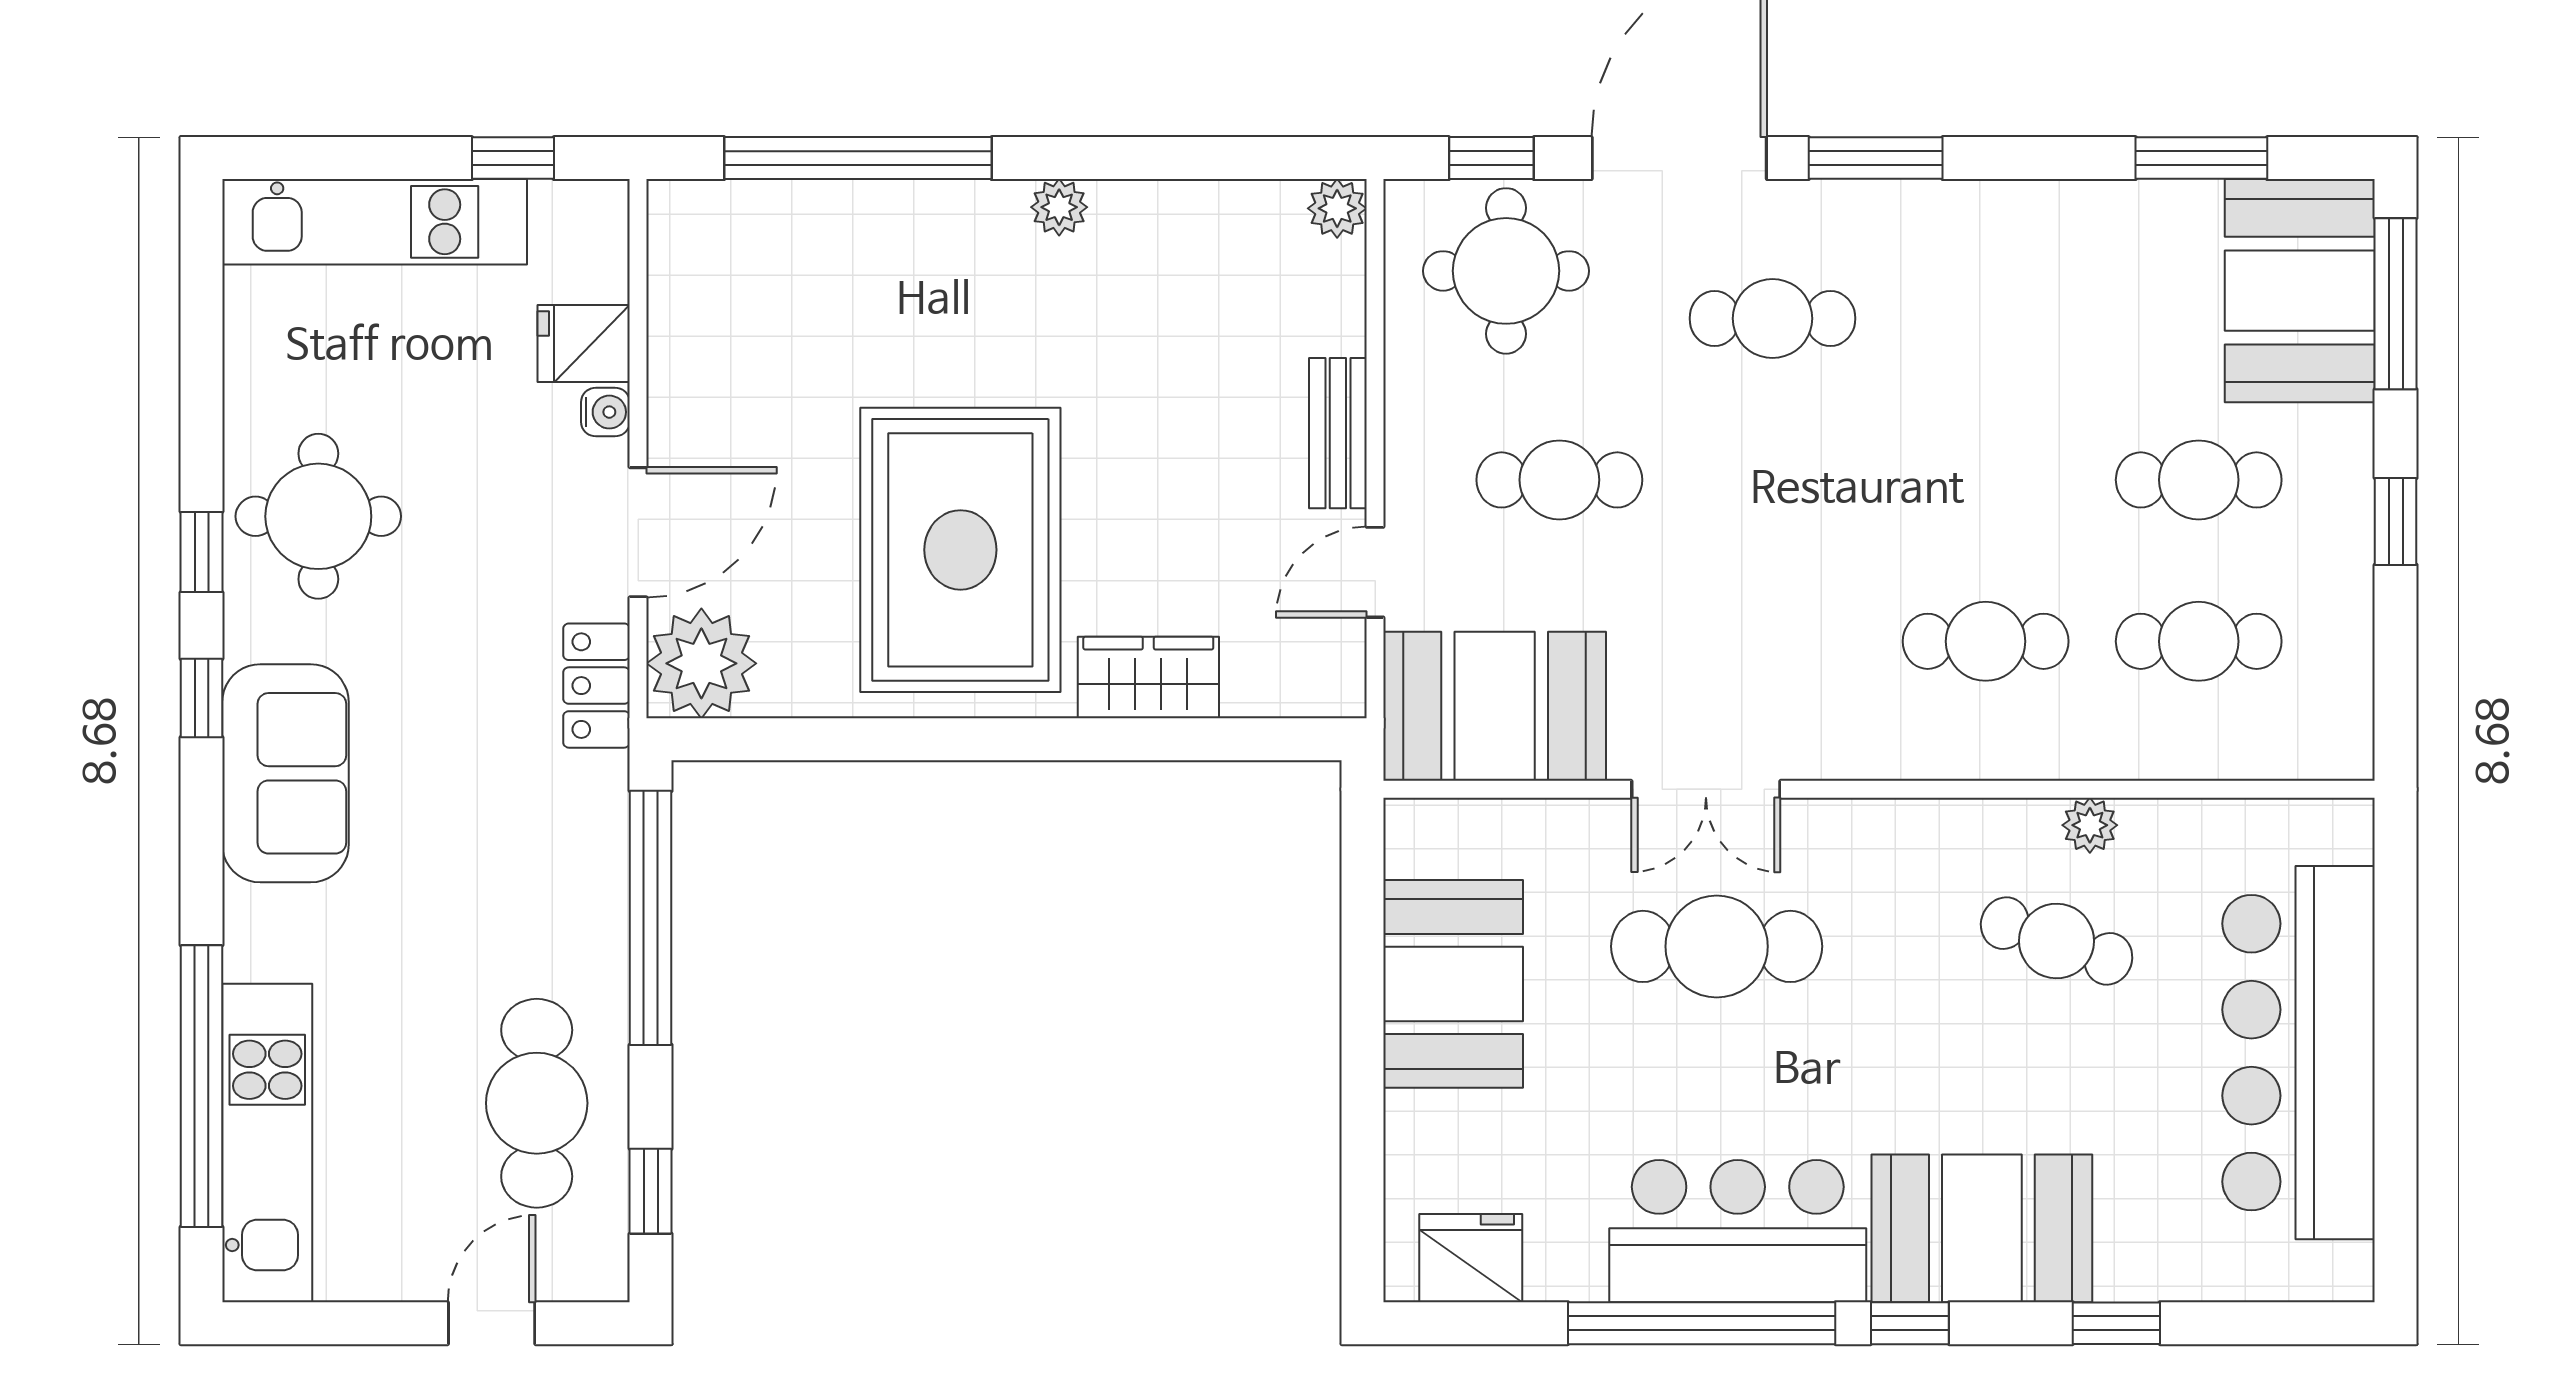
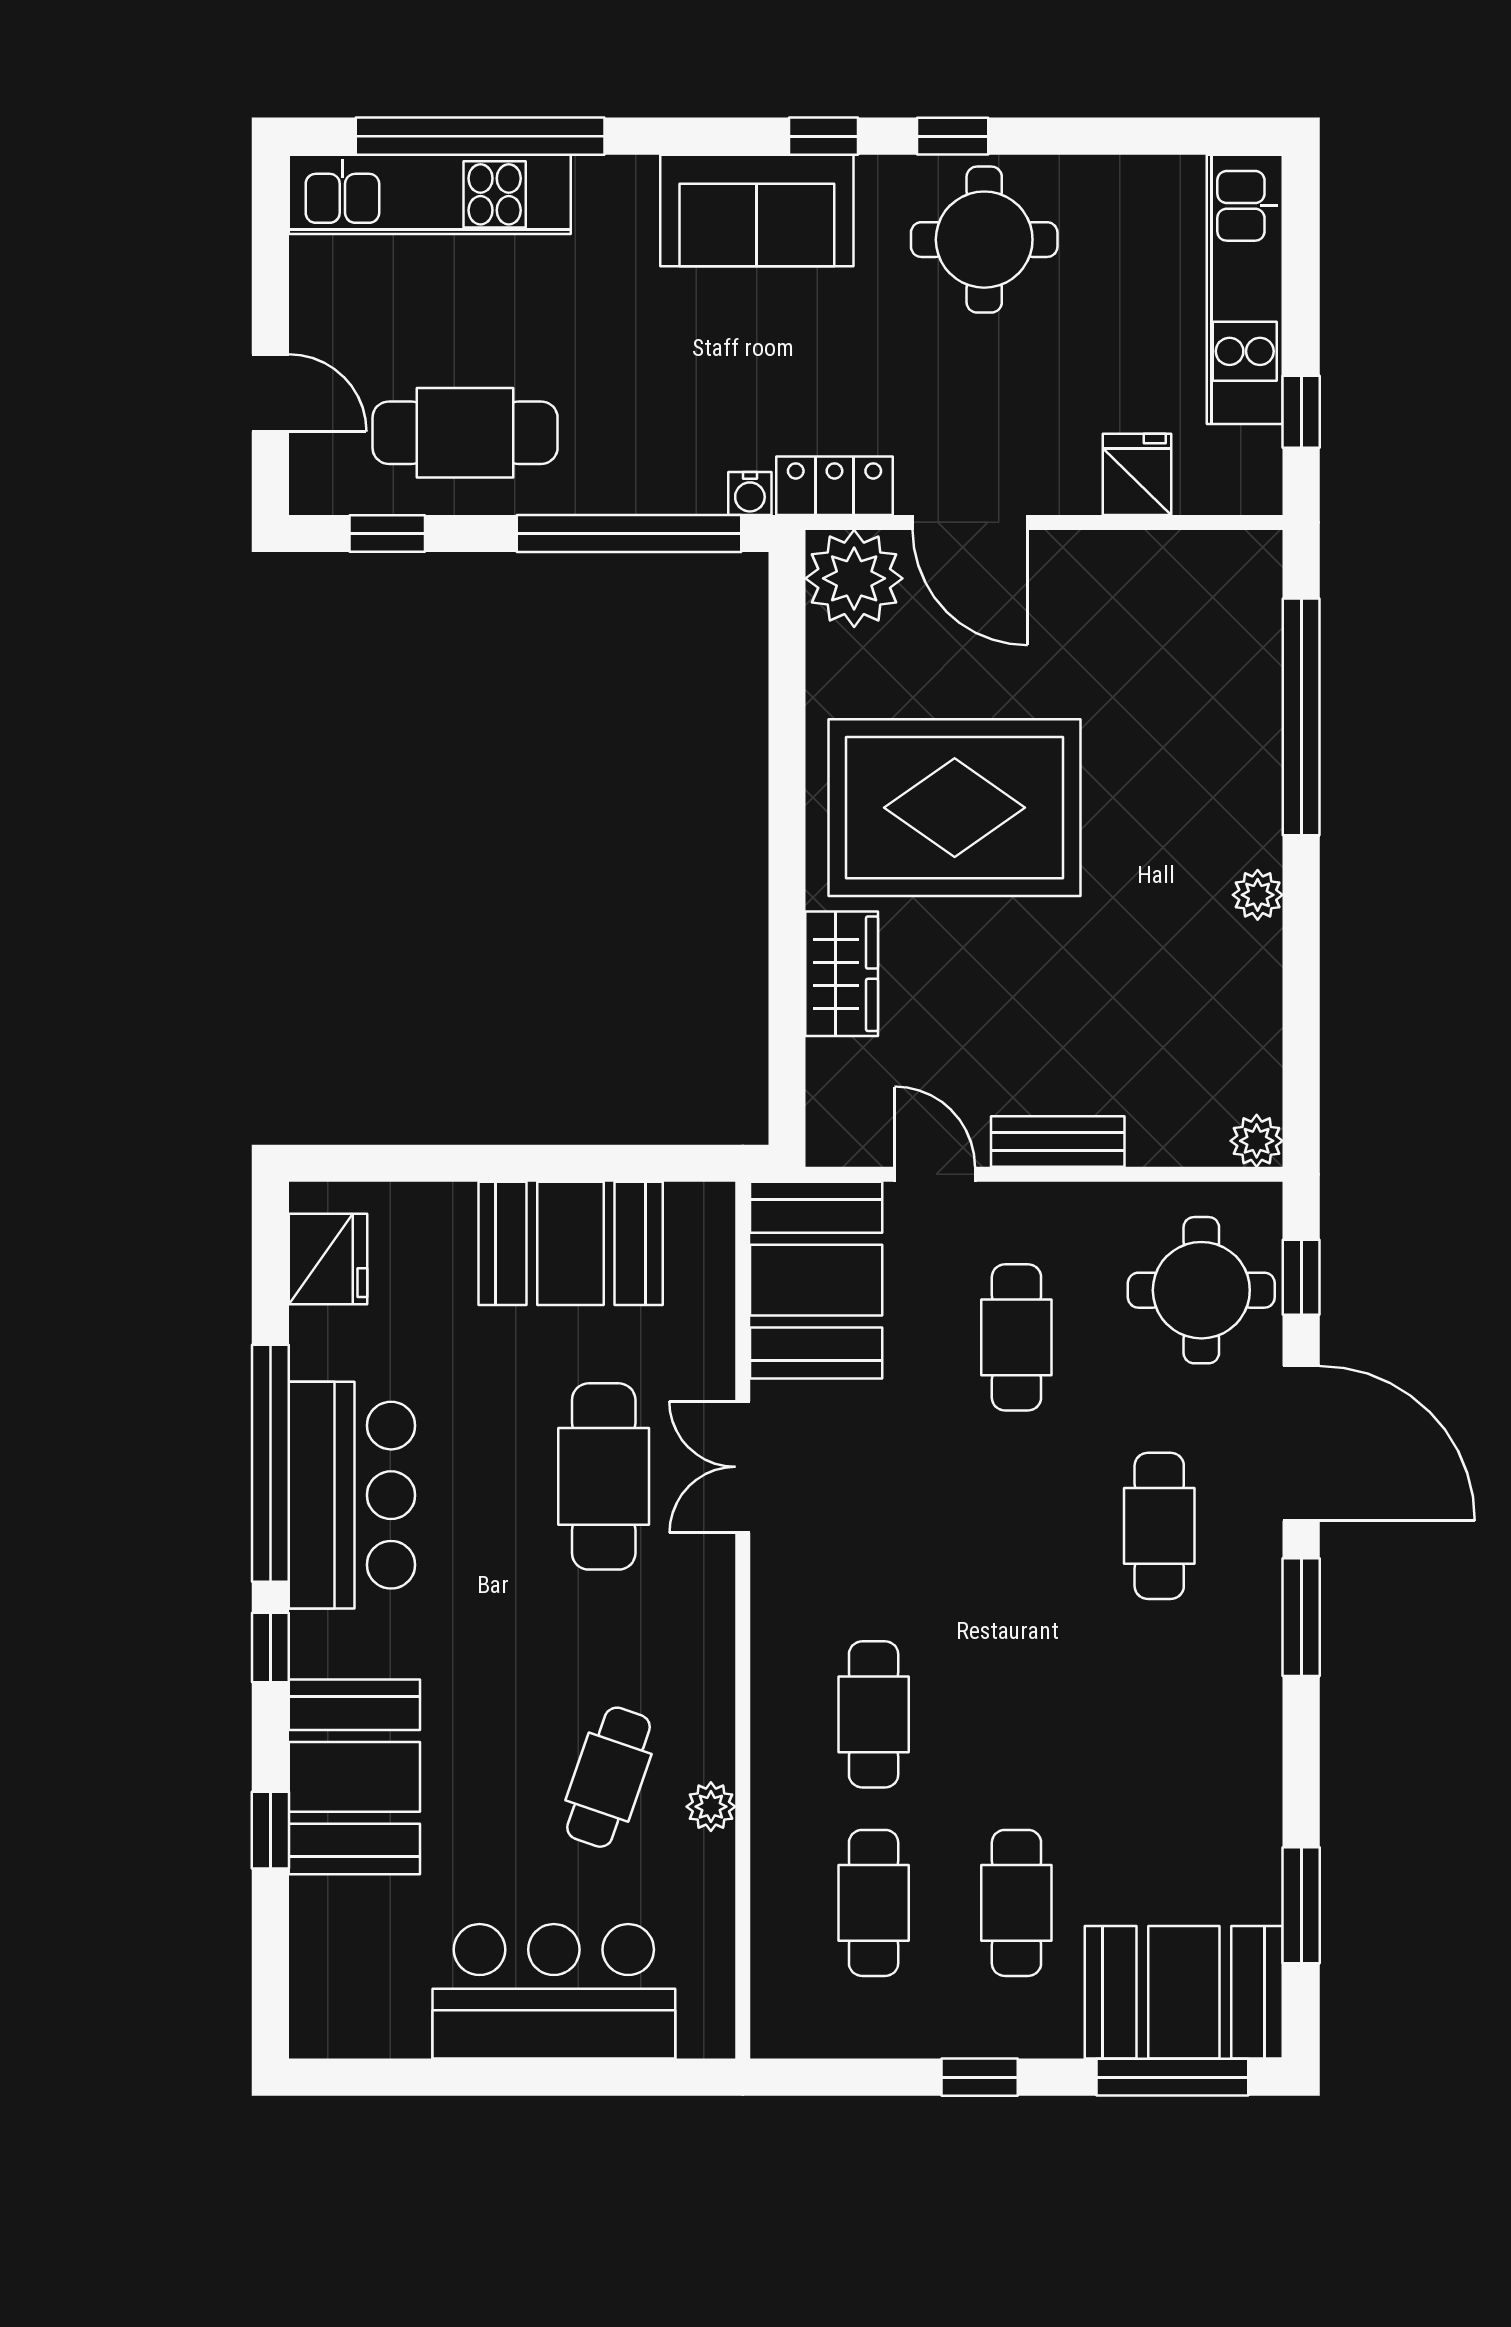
water cooler: (605, 412) -> (750, 494), moved
bar counter: (2299, 1053) -> (554, 1991), width x0.73
booth: (1982, 1228) -> (354, 1777), moved

